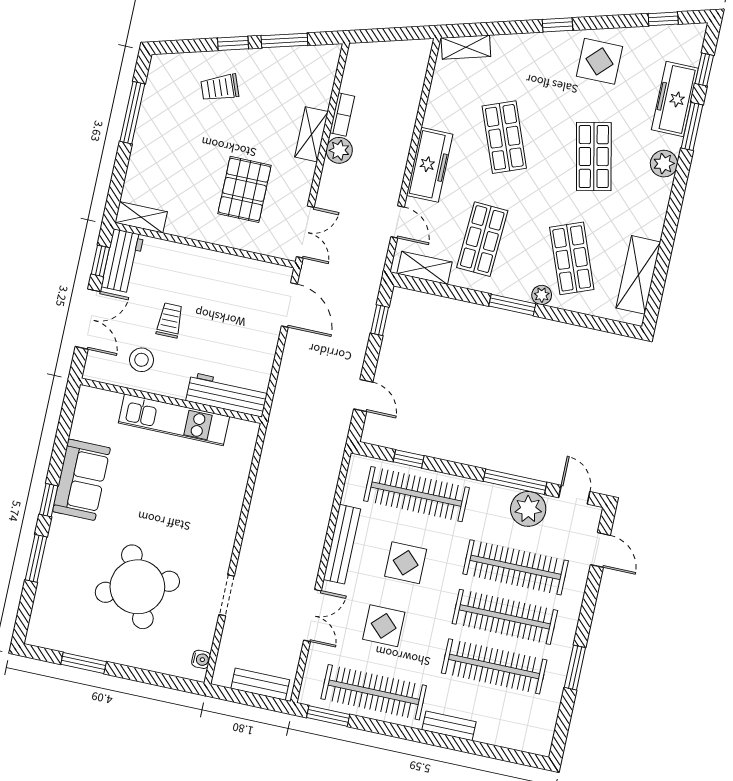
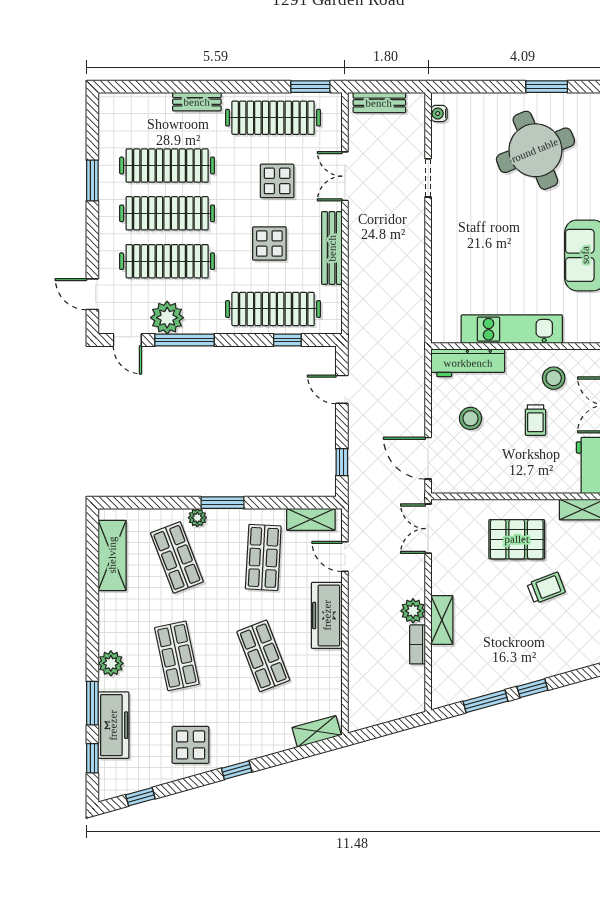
trolley: (220, 88) -> (546, 588), moved
pallet: (245, 189) -> (517, 539), moved, turned 90
stool: (237, 337) -> (471, 418), added
round table: (137, 587) -> (535, 150), moved

